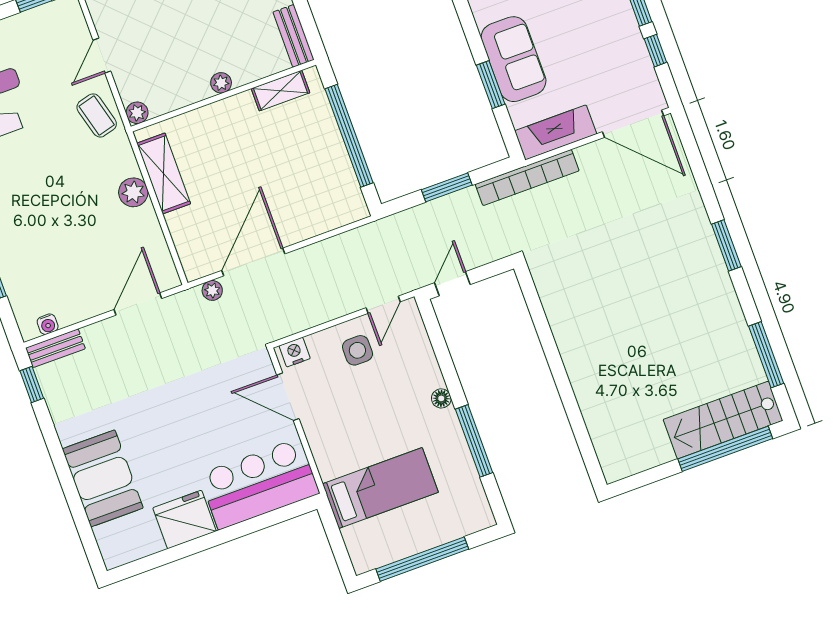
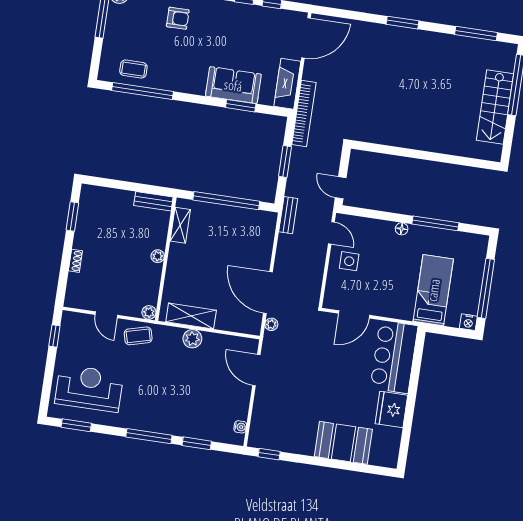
bench: (55, 348) -> (288, 215), moved
nightstand: (295, 352) -> (468, 322), moved, turned -90
stairs: (723, 420) -> (495, 107), moved

